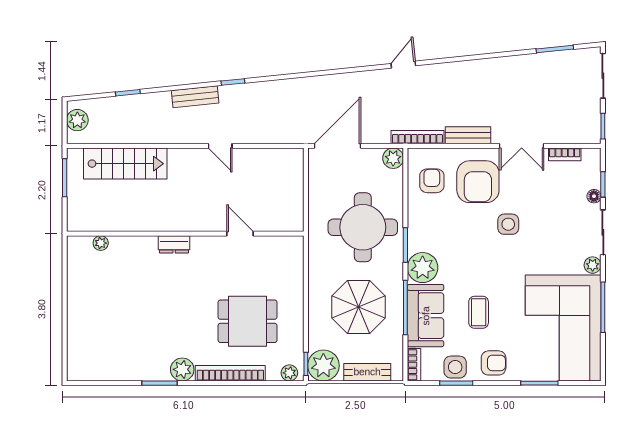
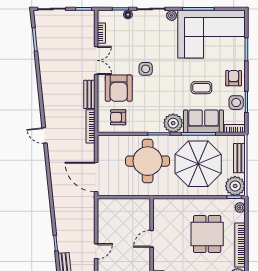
plant: (393, 158) -> (104, 142), removed
armchair: (478, 182) -> (119, 88), turned 90
parasol: (358, 307) -> (198, 164), width x1.36, depth x1.36

